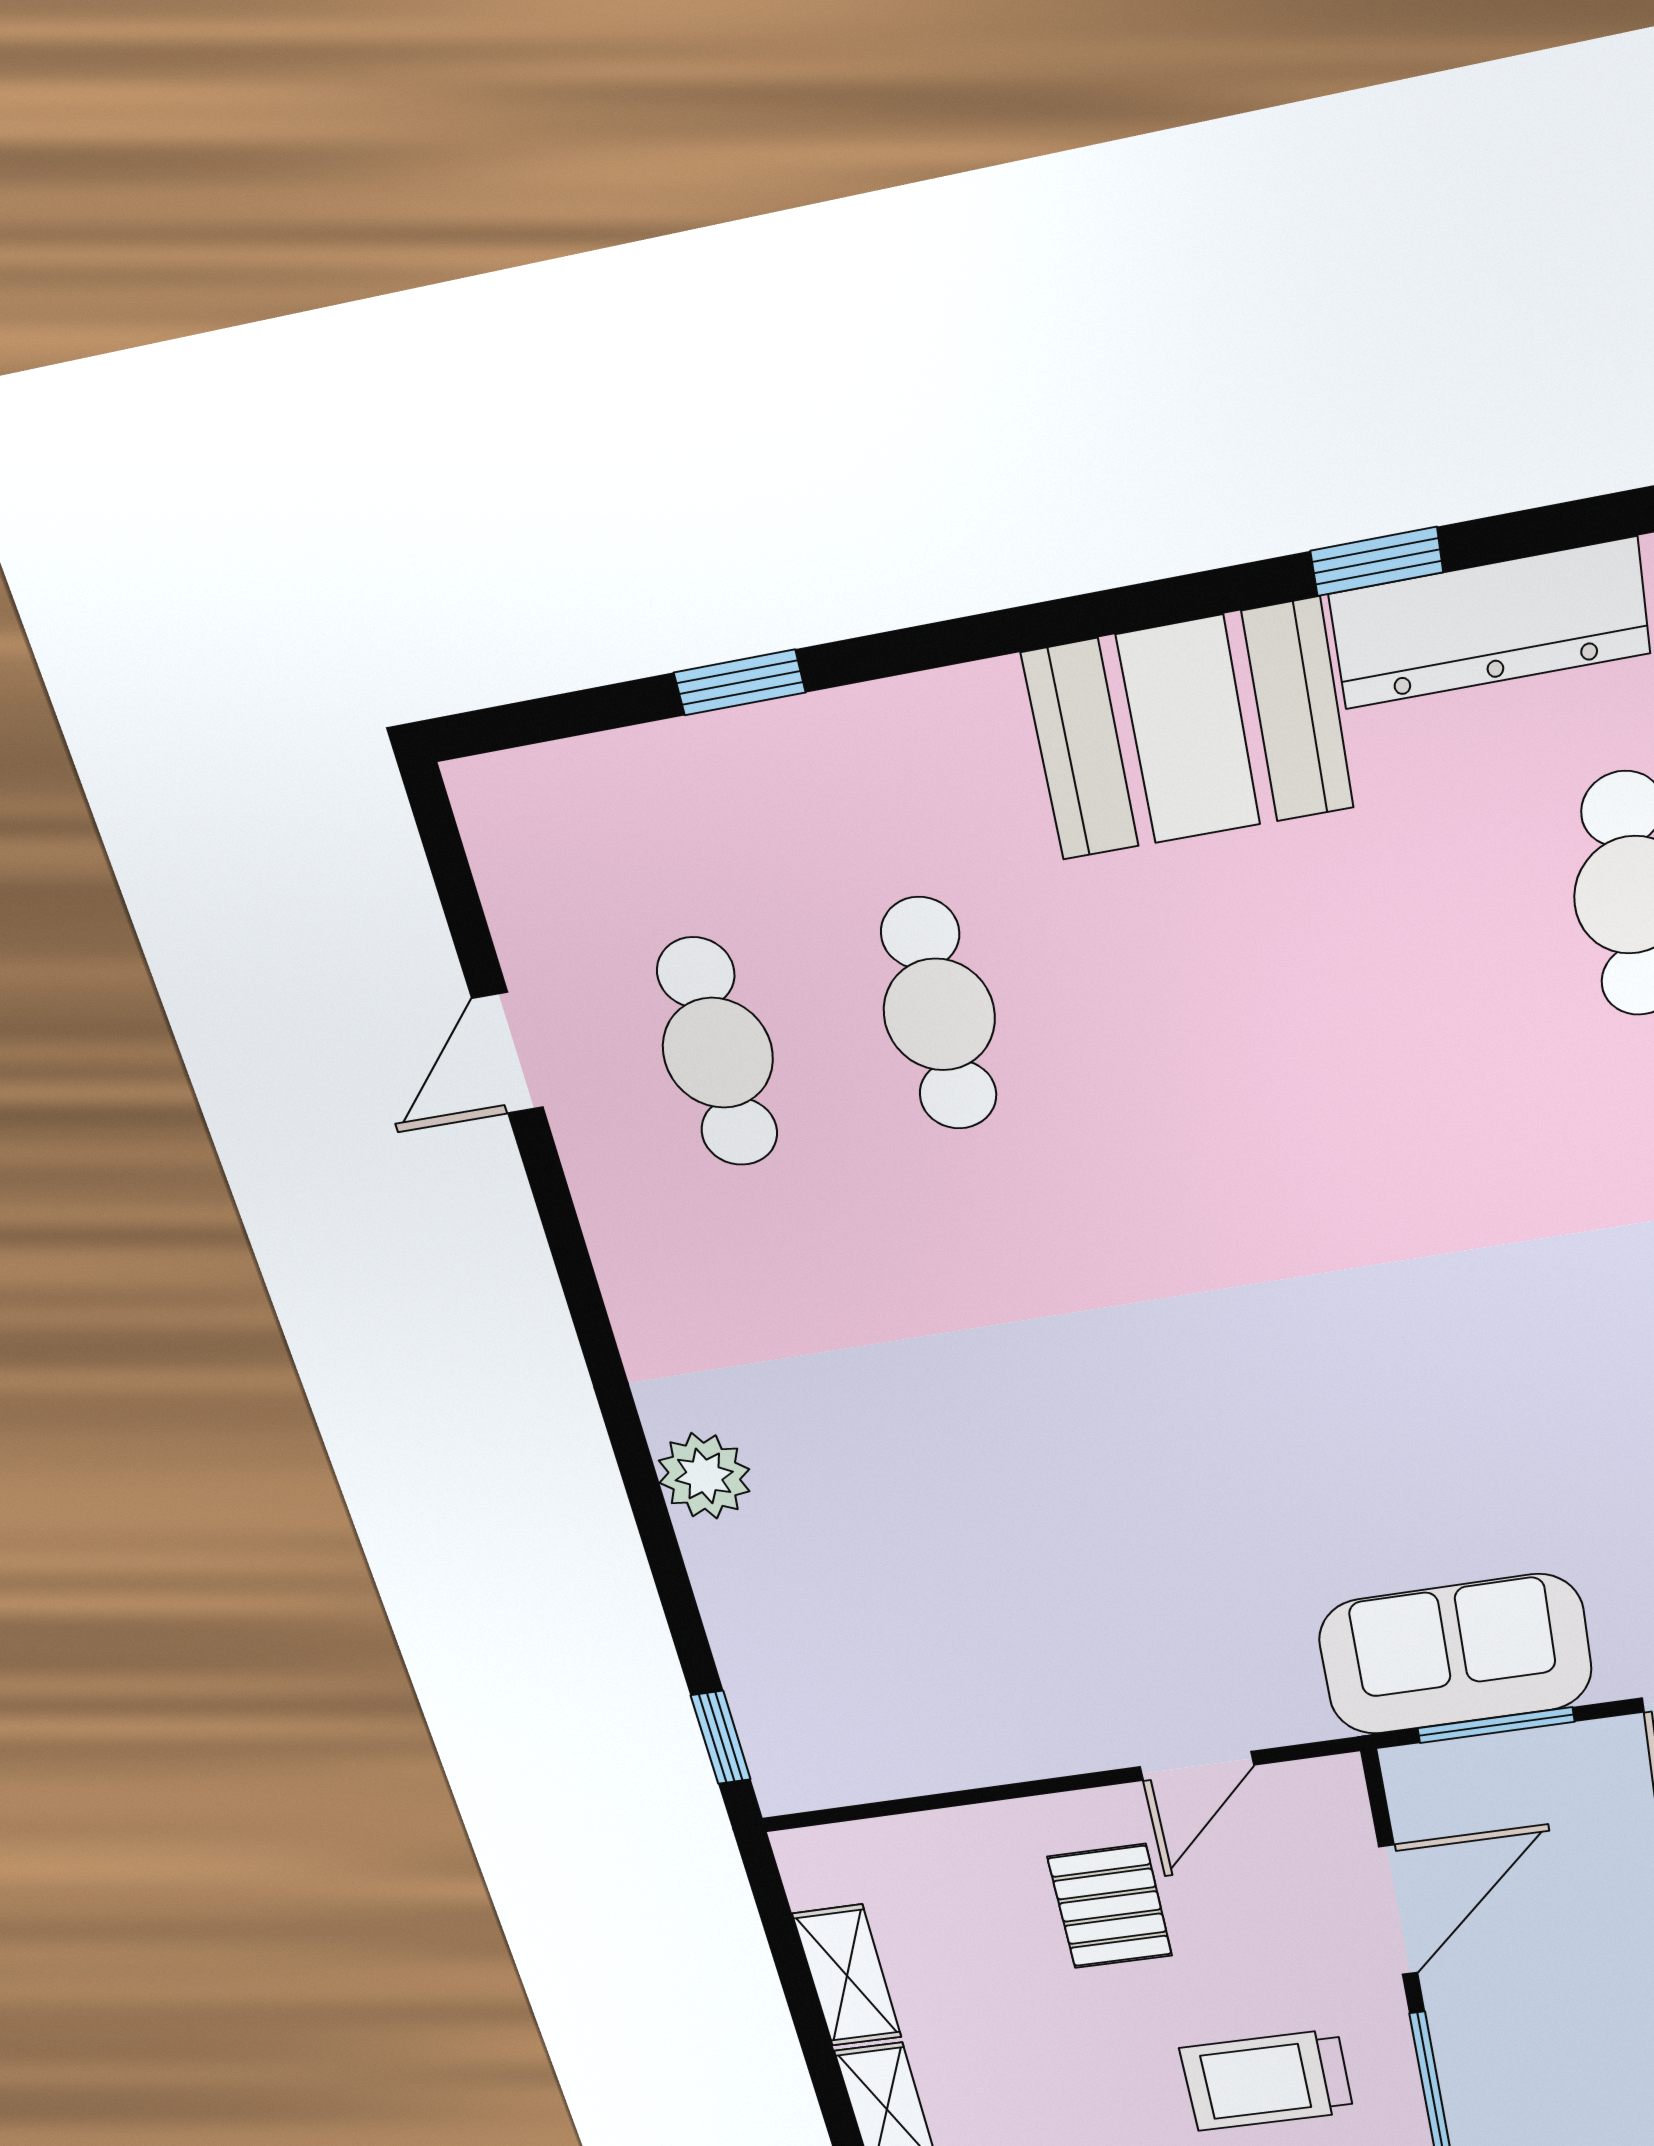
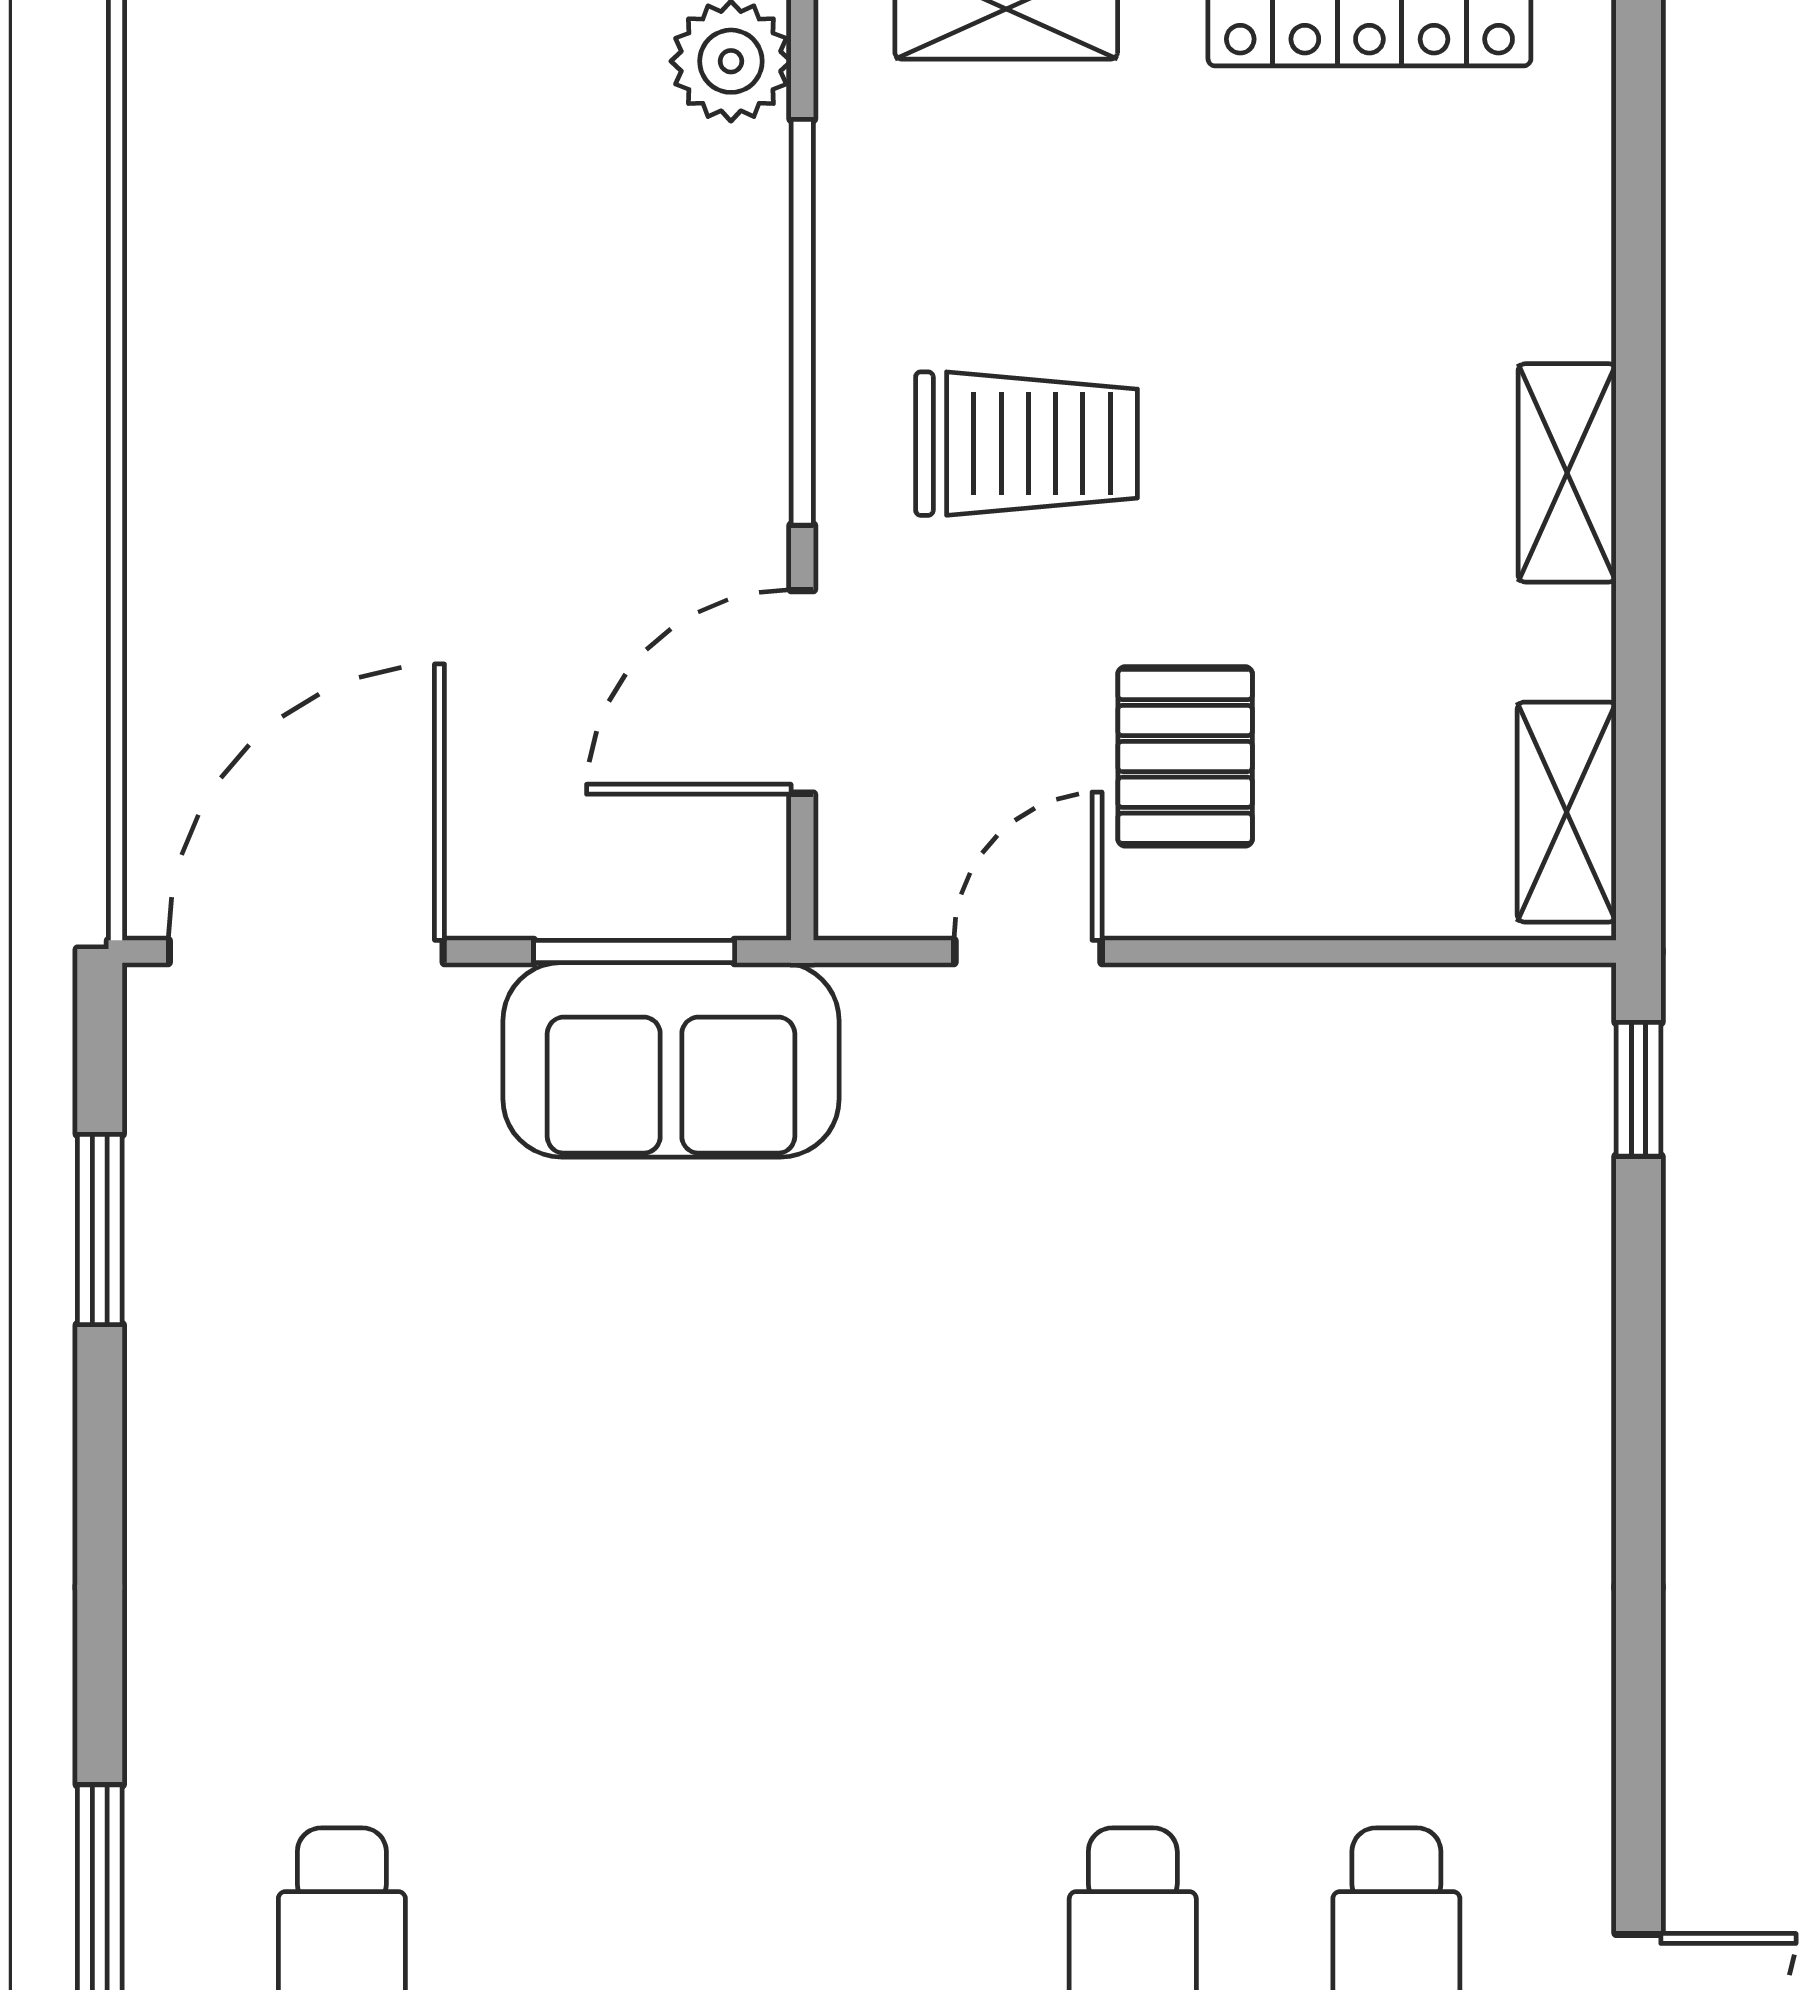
plant: (704, 1476) -> (1558, 1452), removed
shelving: (847, 1976) -> (1567, 812), moved

